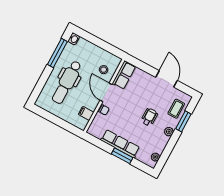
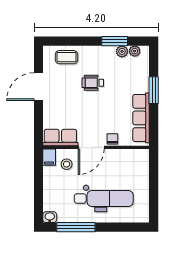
filing cabinet: (86, 113) -> (49, 157), moved
window: (183, 121) -> (115, 41), moved
plant: (169, 132) -> (122, 51), moved
row of seats: (120, 144) -> (141, 118), moved

